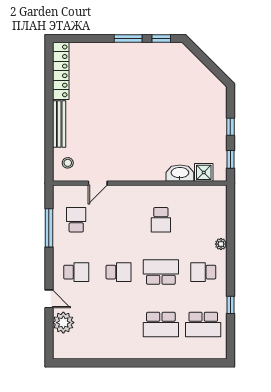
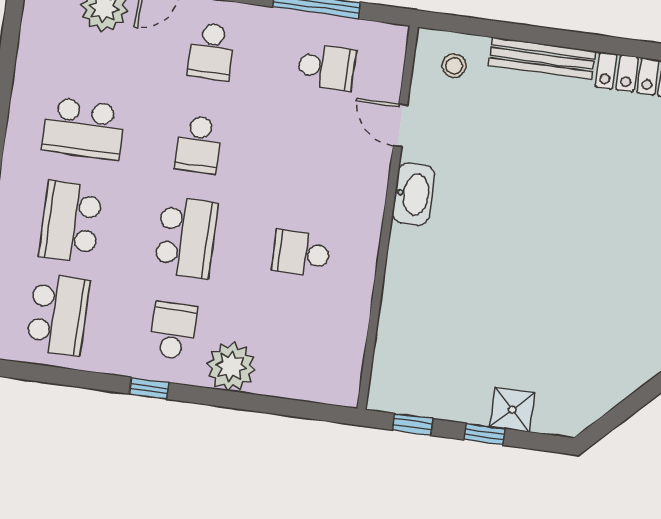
shower: (204, 172) -> (512, 410), moved
washbasin: (180, 173) -> (414, 194), moved
plant: (221, 244) -> (231, 367), width x1.88, depth x1.88
window: (230, 305) -> (149, 388), moved
school desk: (119, 324) -> (84, 129), added
school desk: (203, 324) -> (58, 315), turned 180

